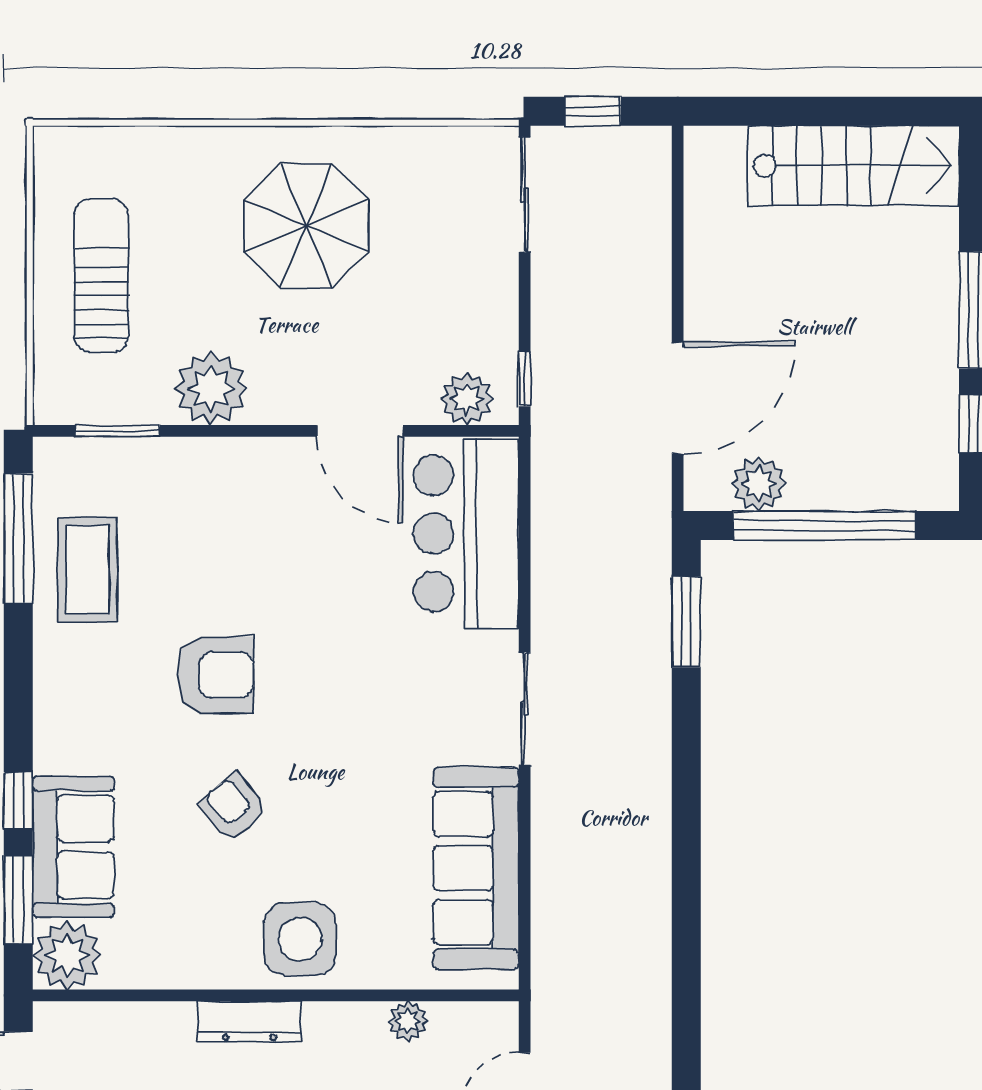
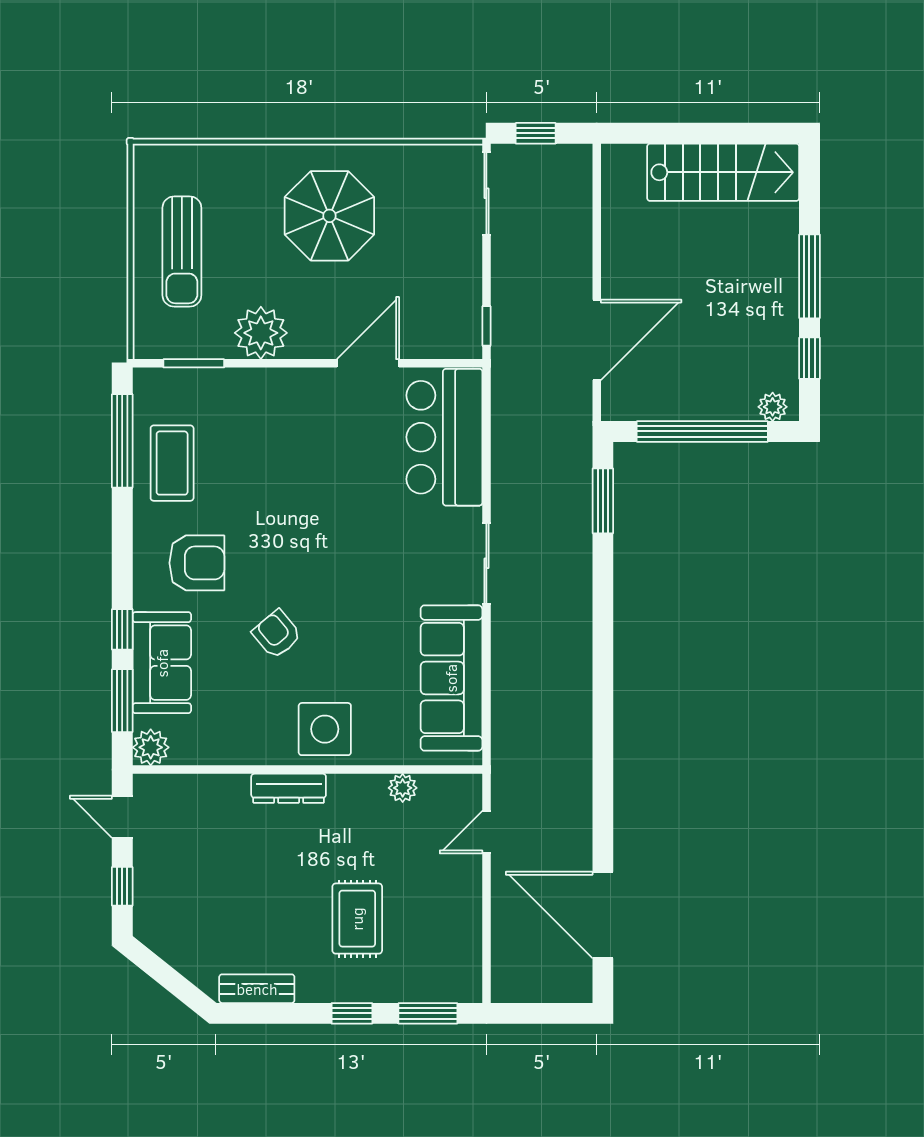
sun lounger: (101, 275) -> (182, 252), turned 180
plant: (467, 399) -> (445, 340), removed
door: (360, 431) -> (368, 363), swing flipped
plant: (759, 484) -> (773, 407), moved, width x0.73, depth x0.73
armchair: (216, 675) -> (197, 563), moved
plant: (67, 955) -> (151, 747), width x0.73, depth x0.73

